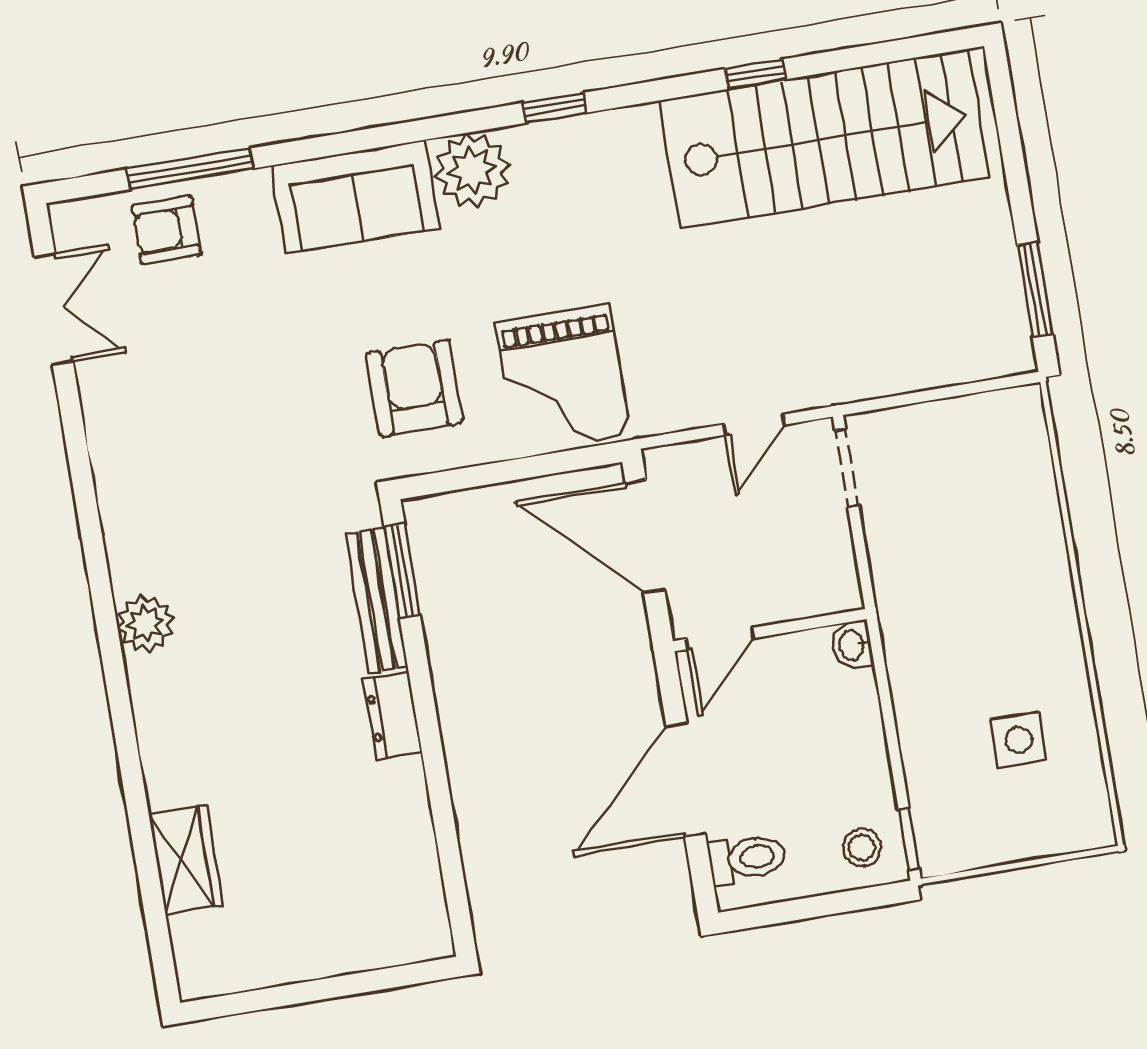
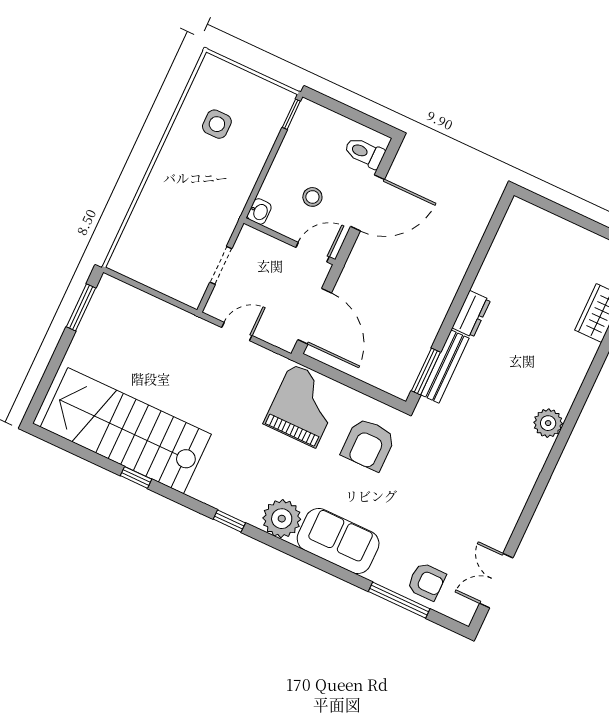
doorway: (847, 468) -> (221, 265), moved
stool: (862, 847) -> (312, 197), moved

